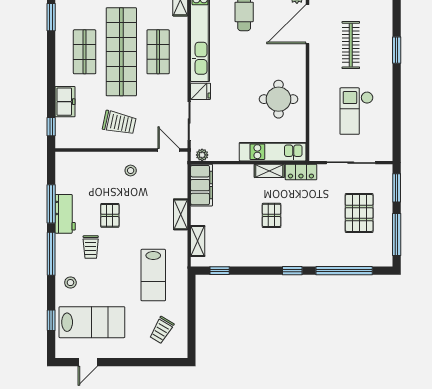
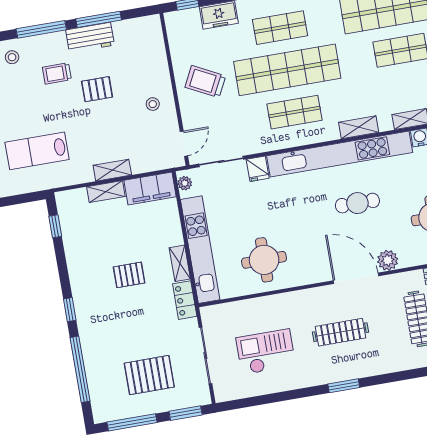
trolley: (119, 123) -> (205, 82), turned 105
kitchen unit: (273, 152) -> (200, 250), width x1.36
shelving: (198, 241) -> (106, 192), moved

